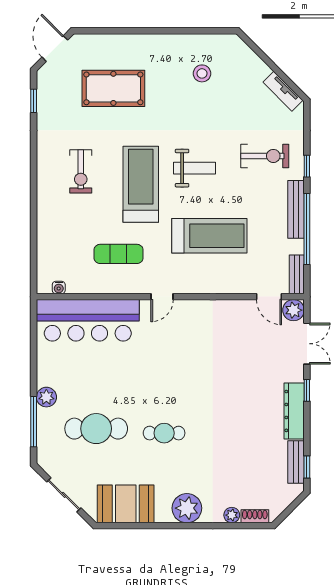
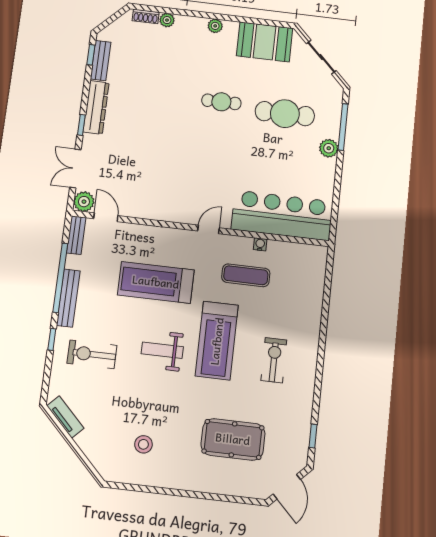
water cooler: (59, 287) -> (260, 244), moved
plant: (187, 508) -> (215, 26), width x0.53, depth x0.53

